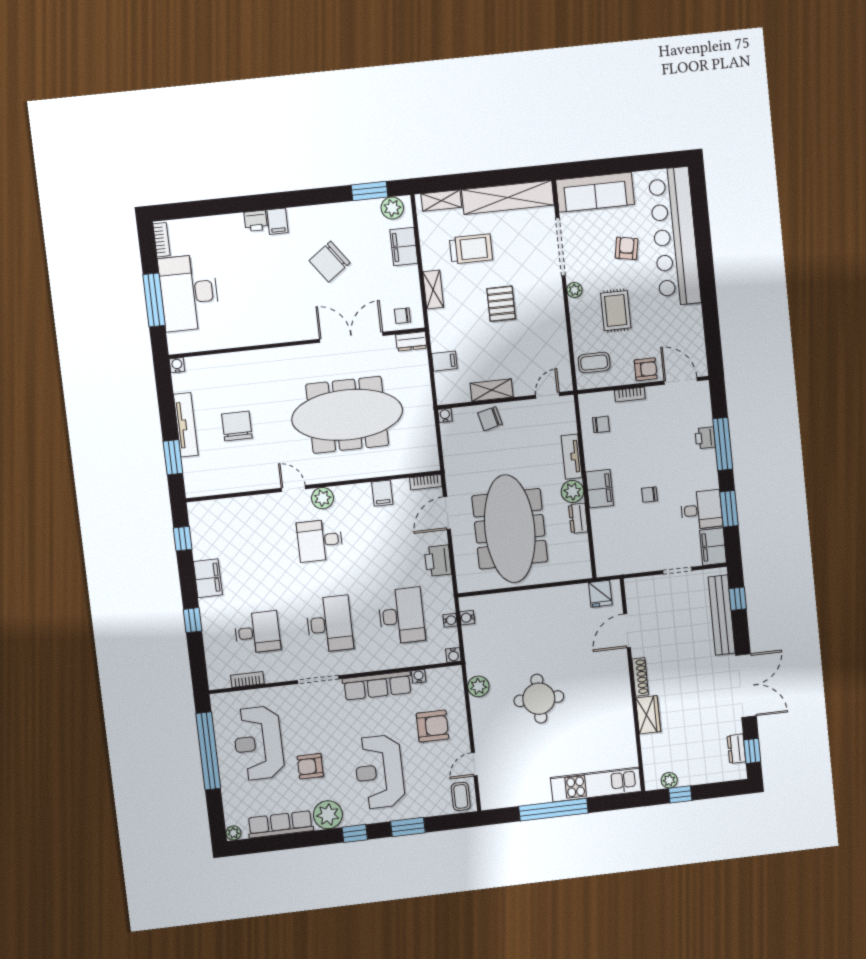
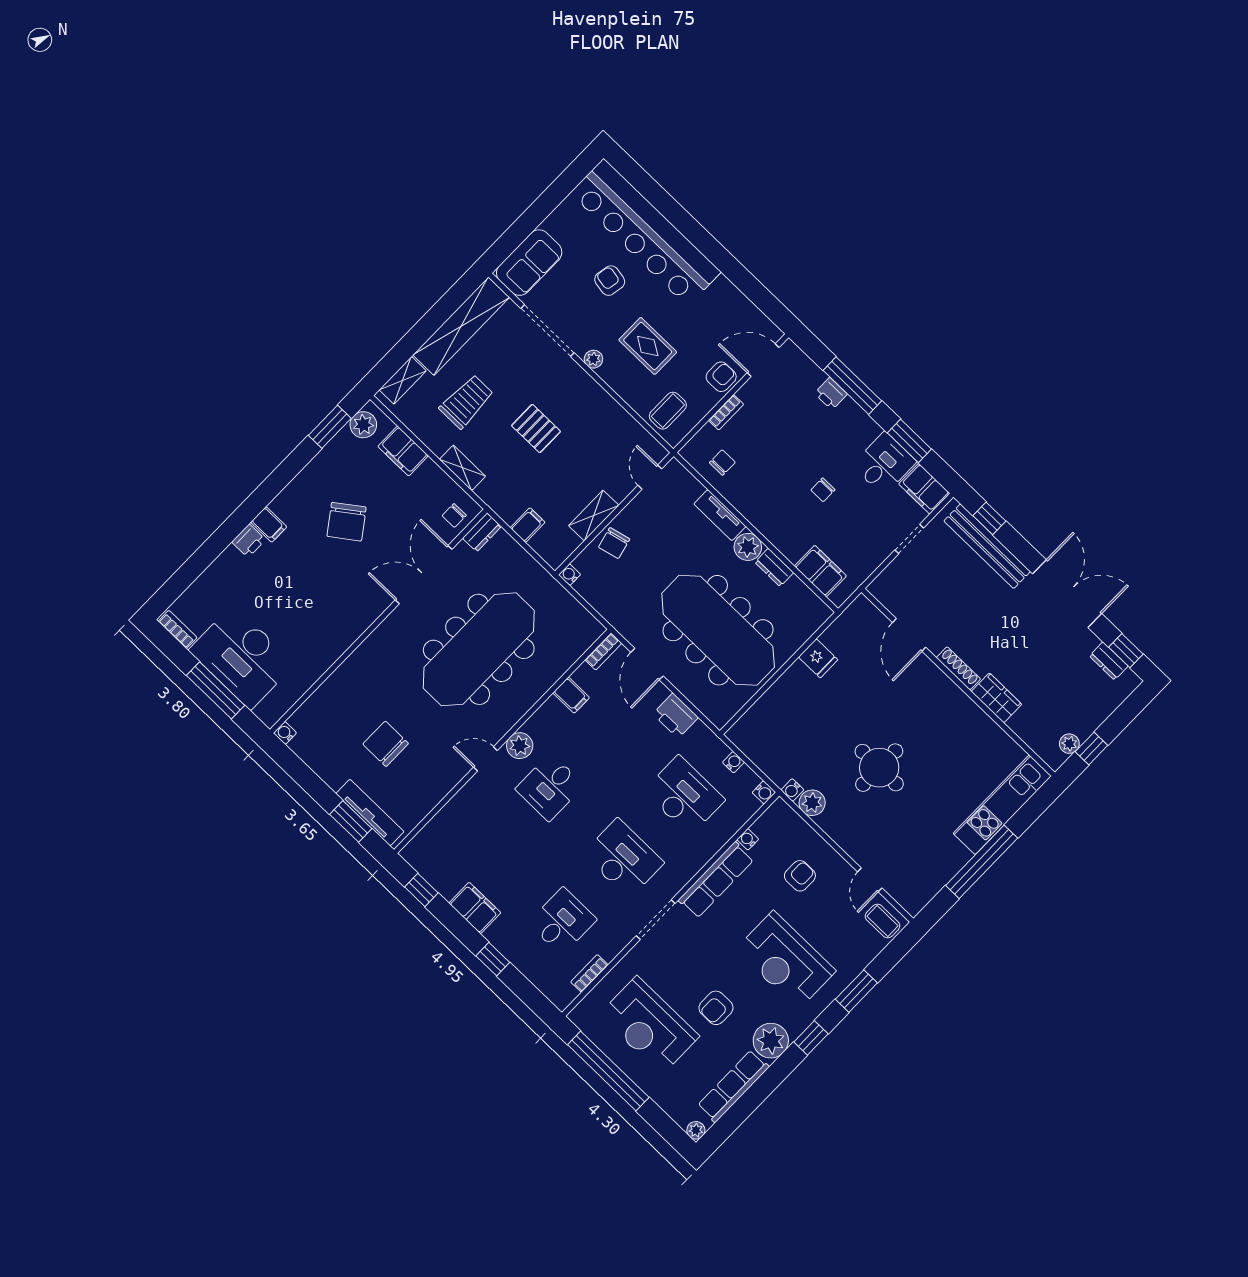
sofa: (595, 192) -> (529, 263), width x0.73
tv unit: (186, 425) -> (370, 813), moved
filing cabinet: (600, 489) -> (820, 571), moved
fridge: (600, 594) -> (818, 658), moved
water cooler: (467, 618) -> (792, 790), moved
armchair: (433, 726) -> (800, 876), width x0.72, depth x0.72

